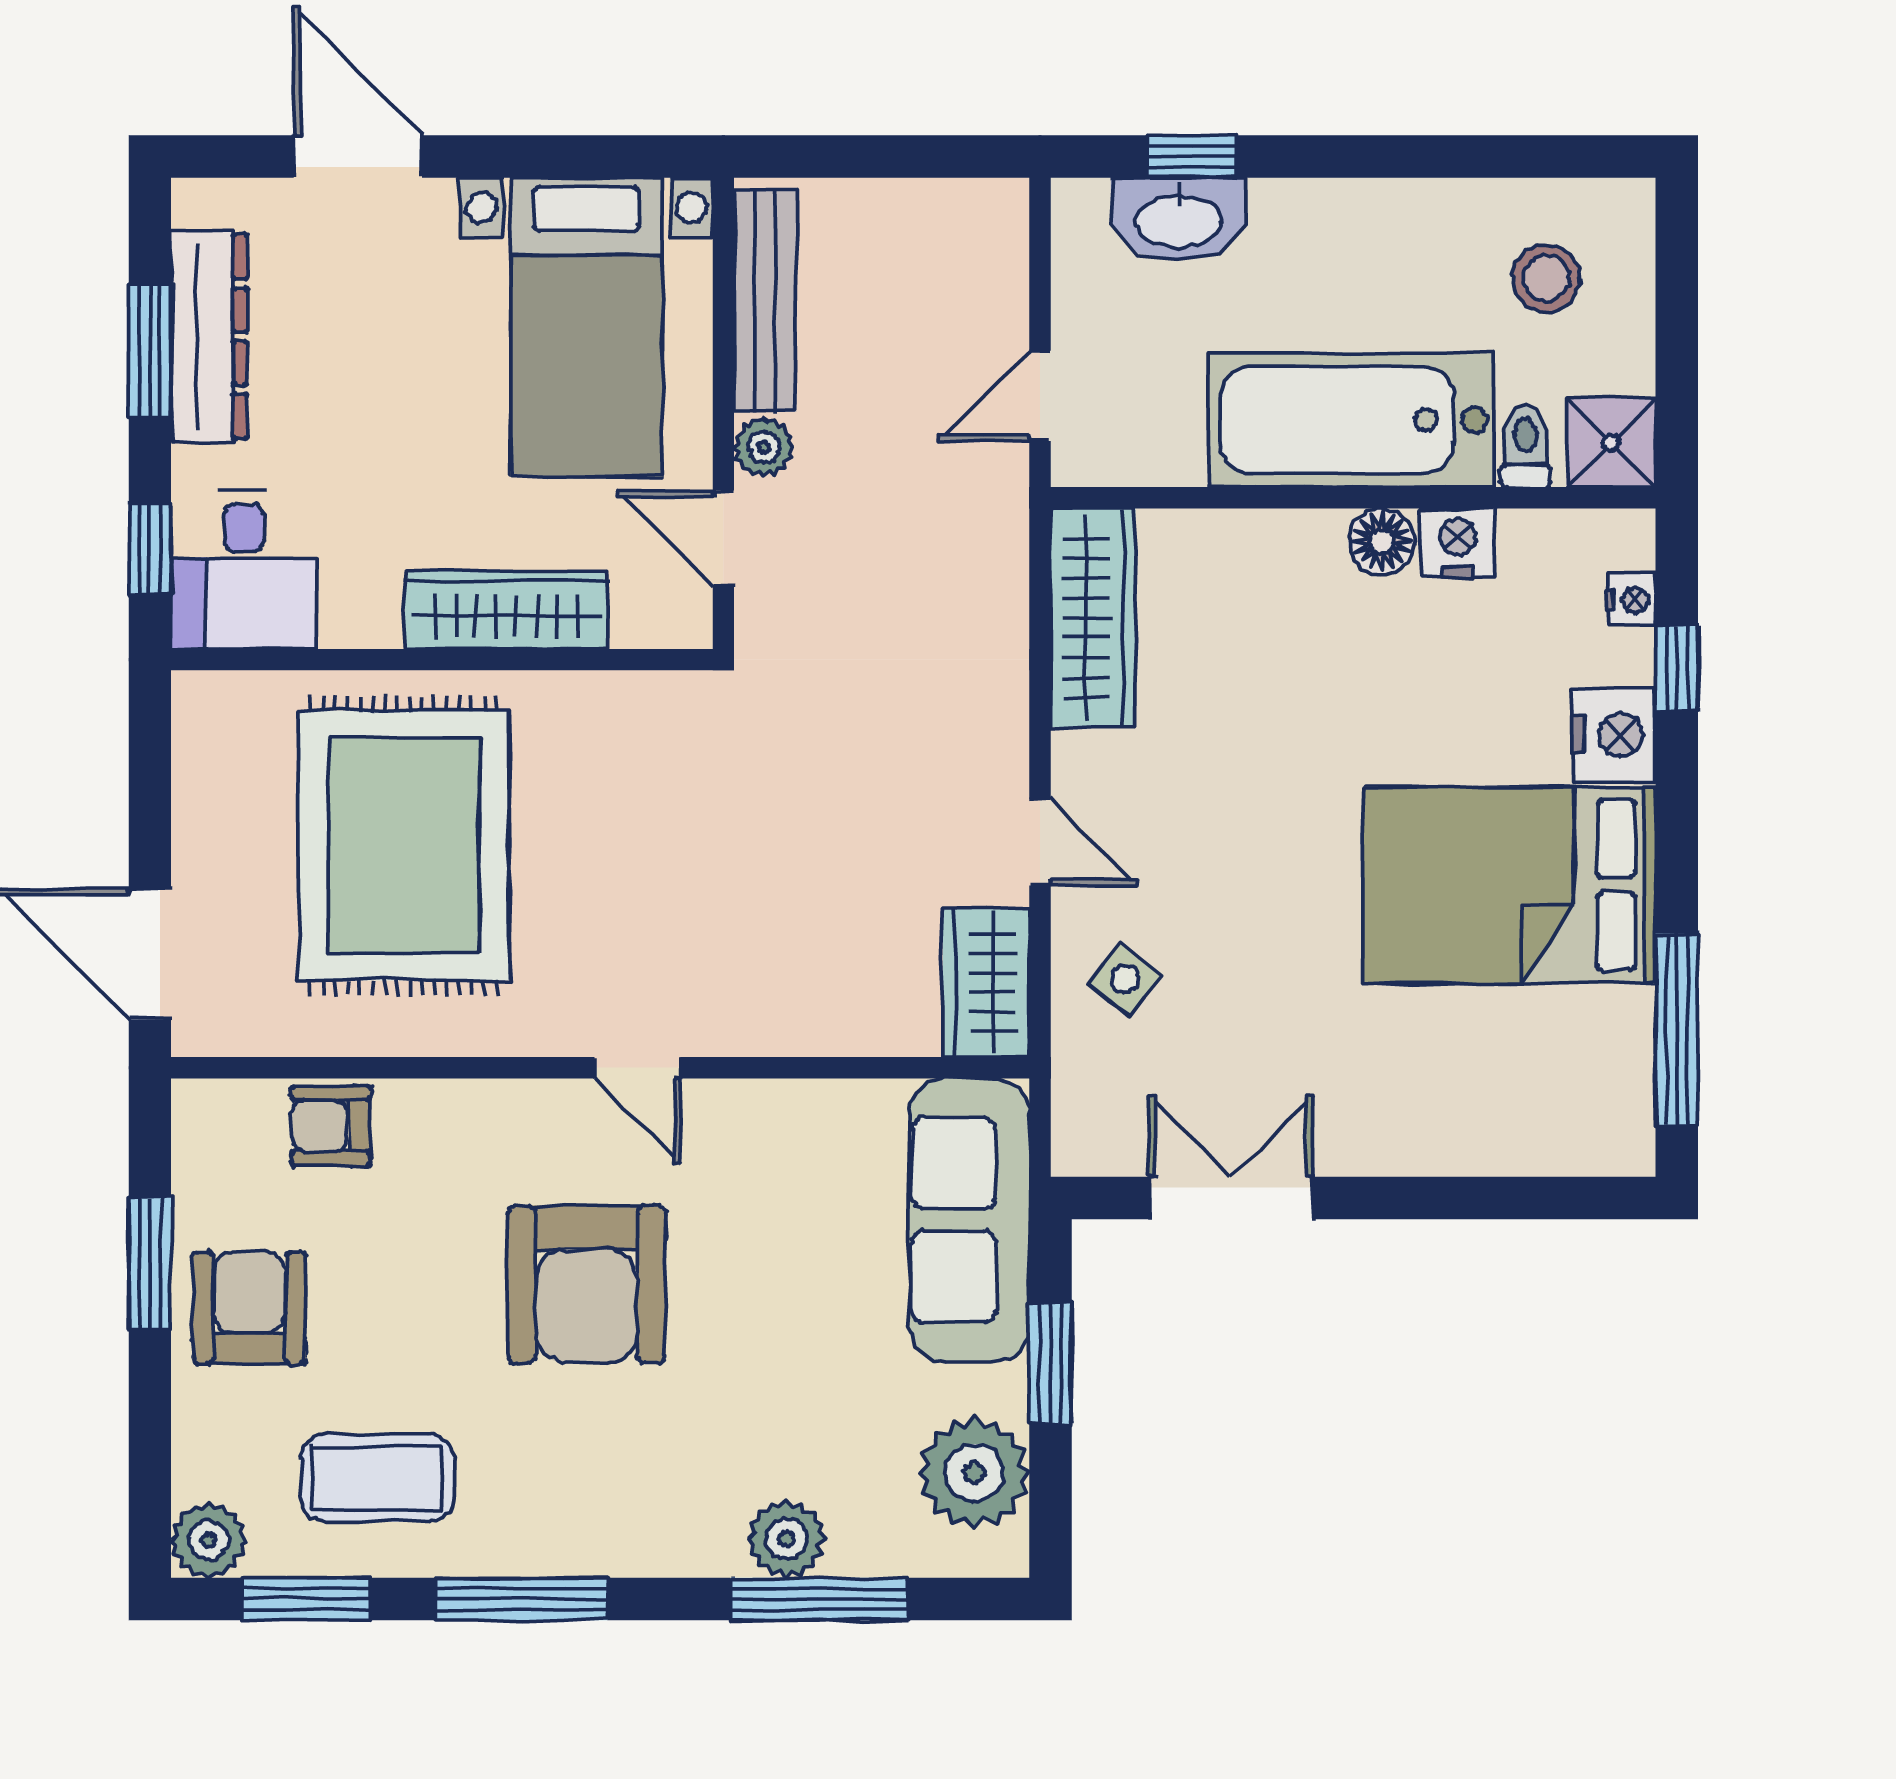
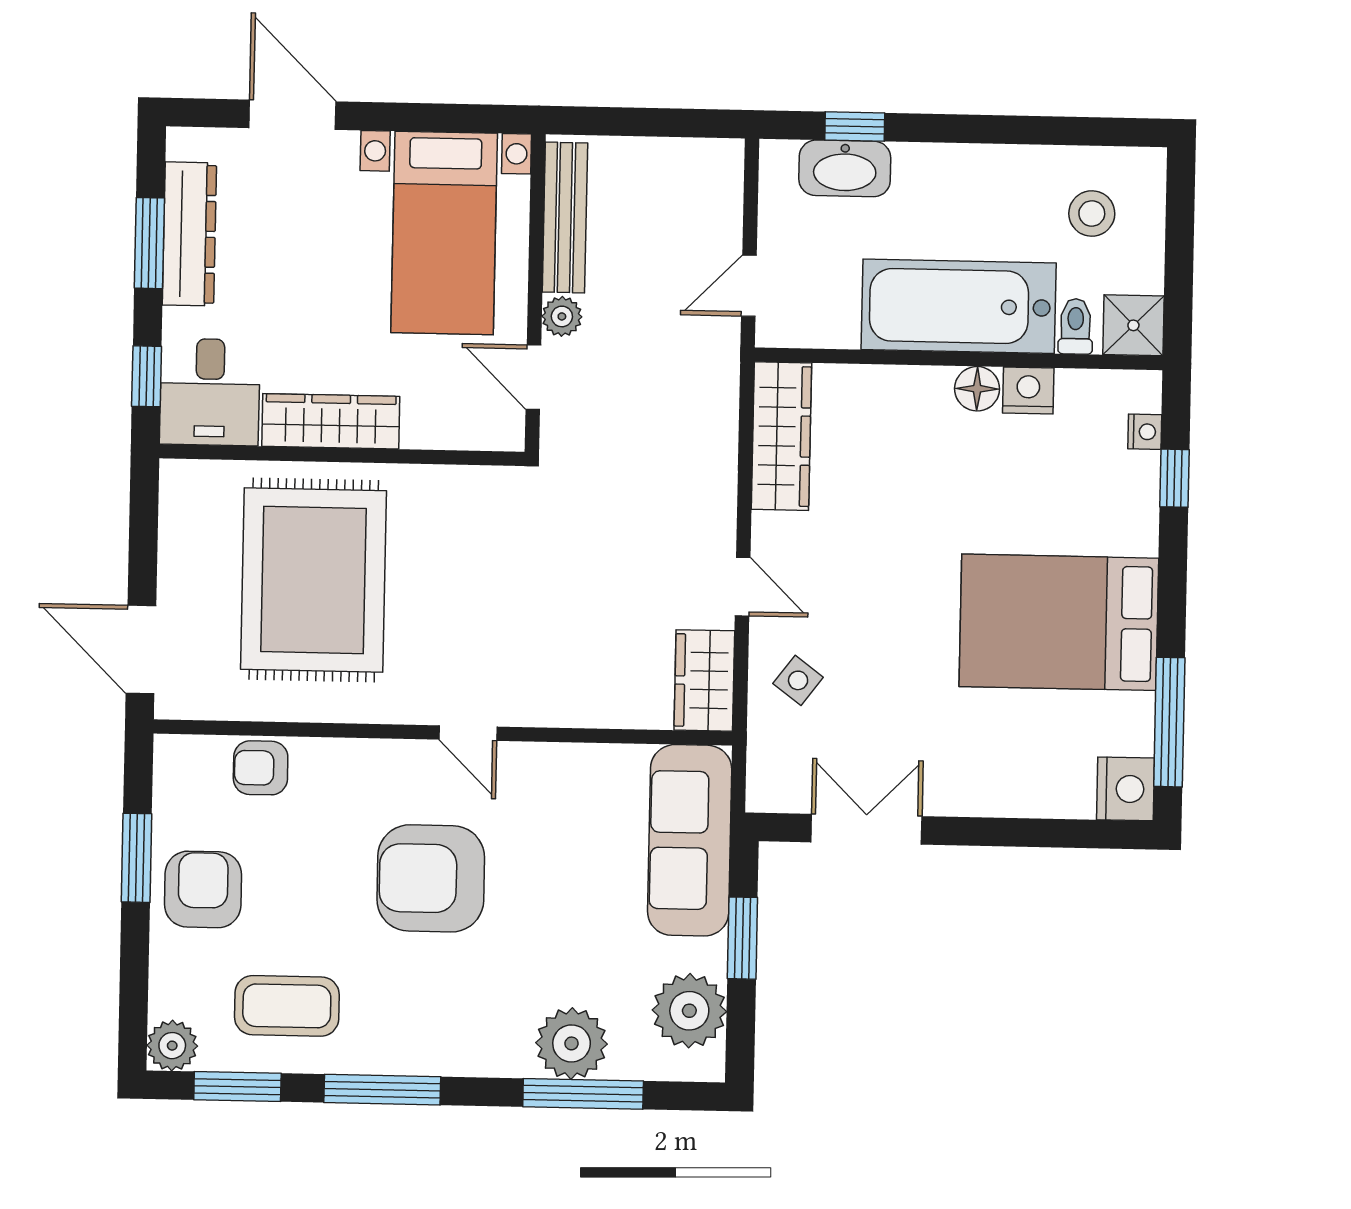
wardrobe: (507, 610) -> (331, 421), moved
nightstand: (1614, 735) -> (1125, 789), moved
armchair: (587, 1284) -> (431, 878), turned 90
plant: (786, 1539) -> (572, 1043), width x1.36, depth x1.36

